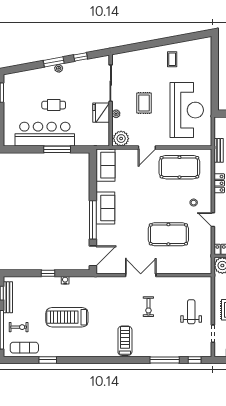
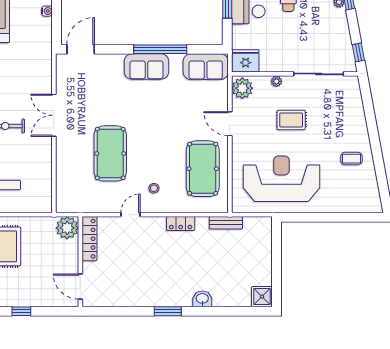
window: (81, 57) -> (358, 52), moved
reception desk: (187, 110) -> (281, 179), turned 180
fridge: (101, 113) -> (246, 61), moved
window: (93, 220) -> (160, 49), moved
door: (93, 256) -> (81, 49), swing flipped
double door: (141, 275) -> (54, 115), swing flipped

